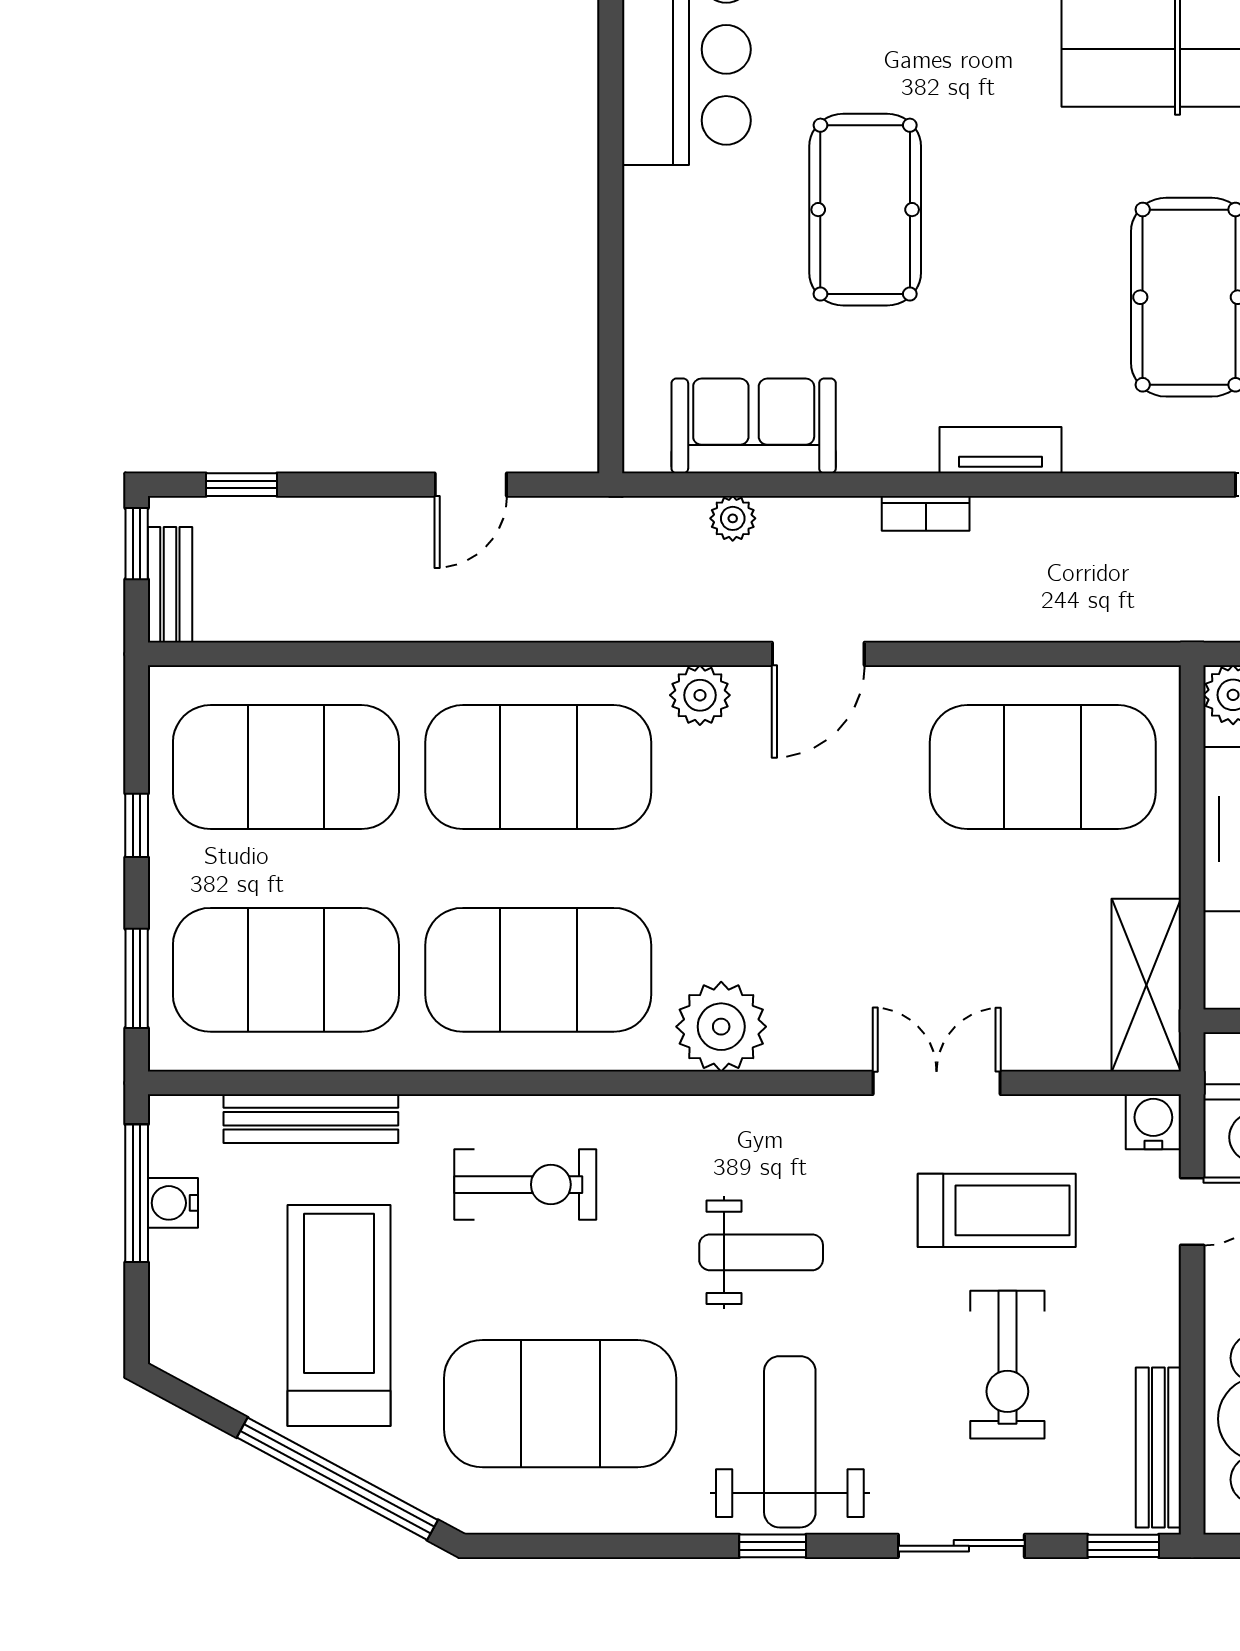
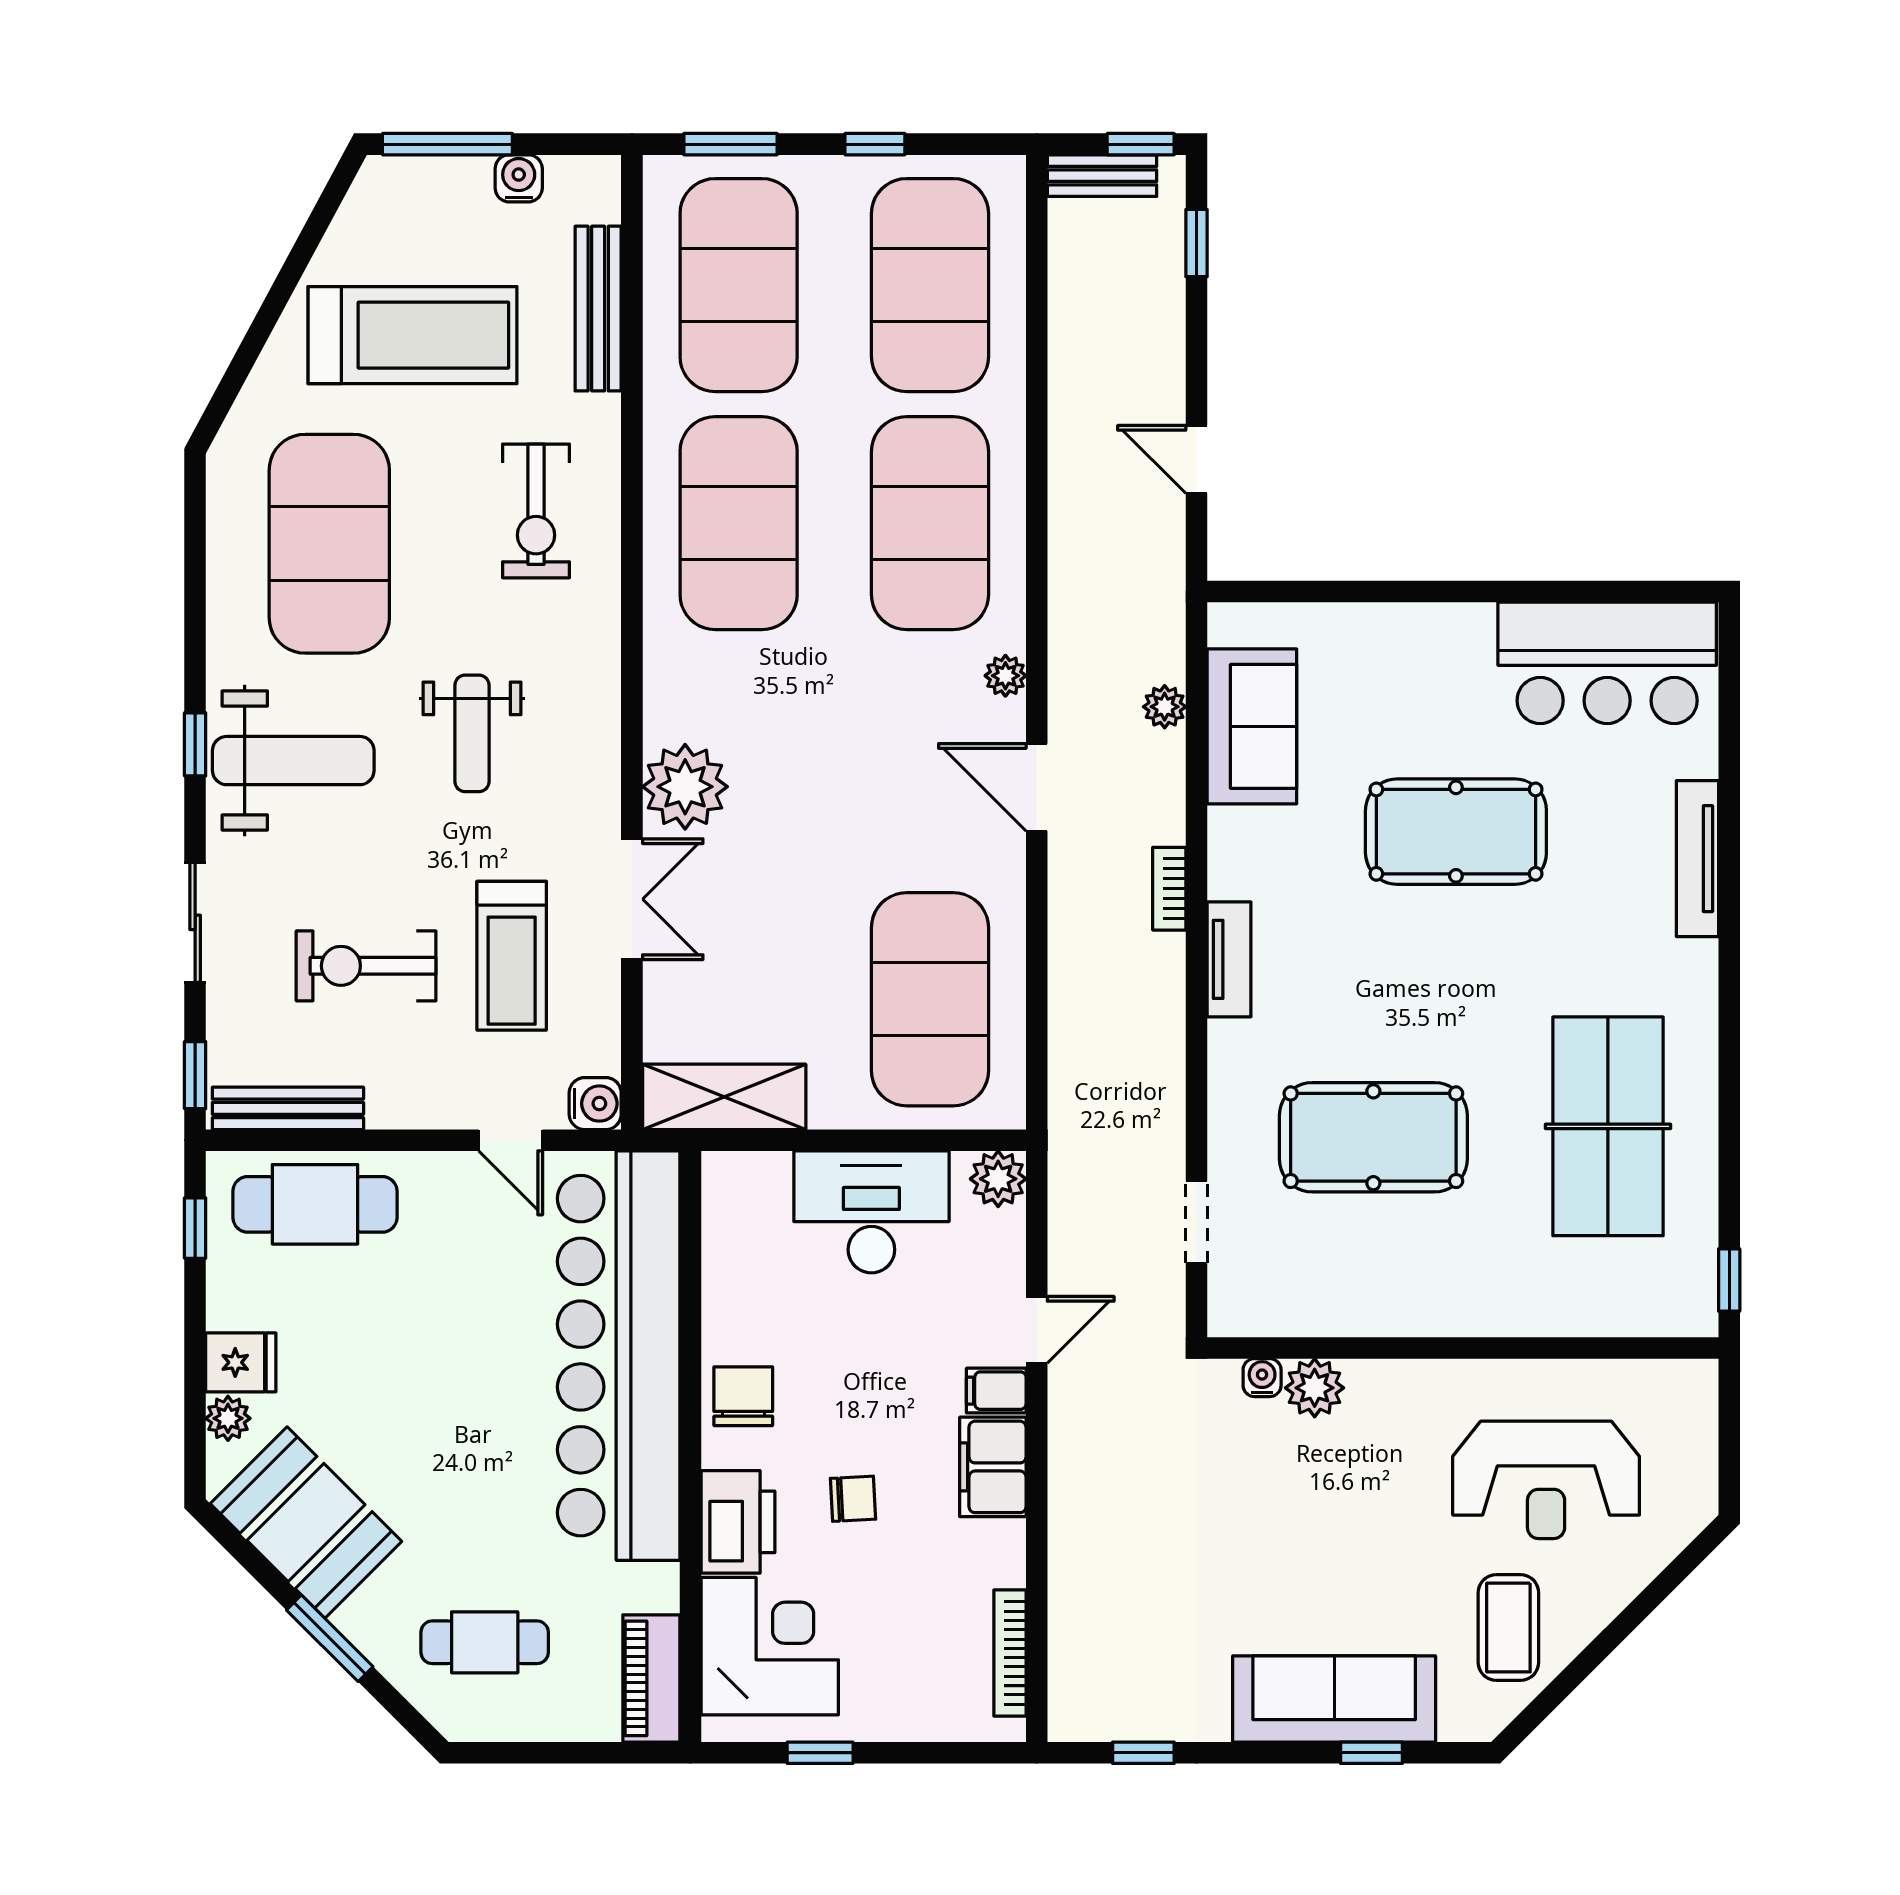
plant: (700, 695) -> (1005, 676), width x0.73, depth x0.73
plant: (721, 1027) -> (685, 787), moved
window: (137, 1193) -> (447, 144), moved
window: (337, 1479) -> (258, 334), removed

